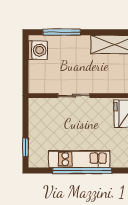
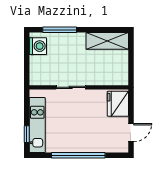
kitchen unit: (79, 159) -> (37, 125), moved, turned 90

